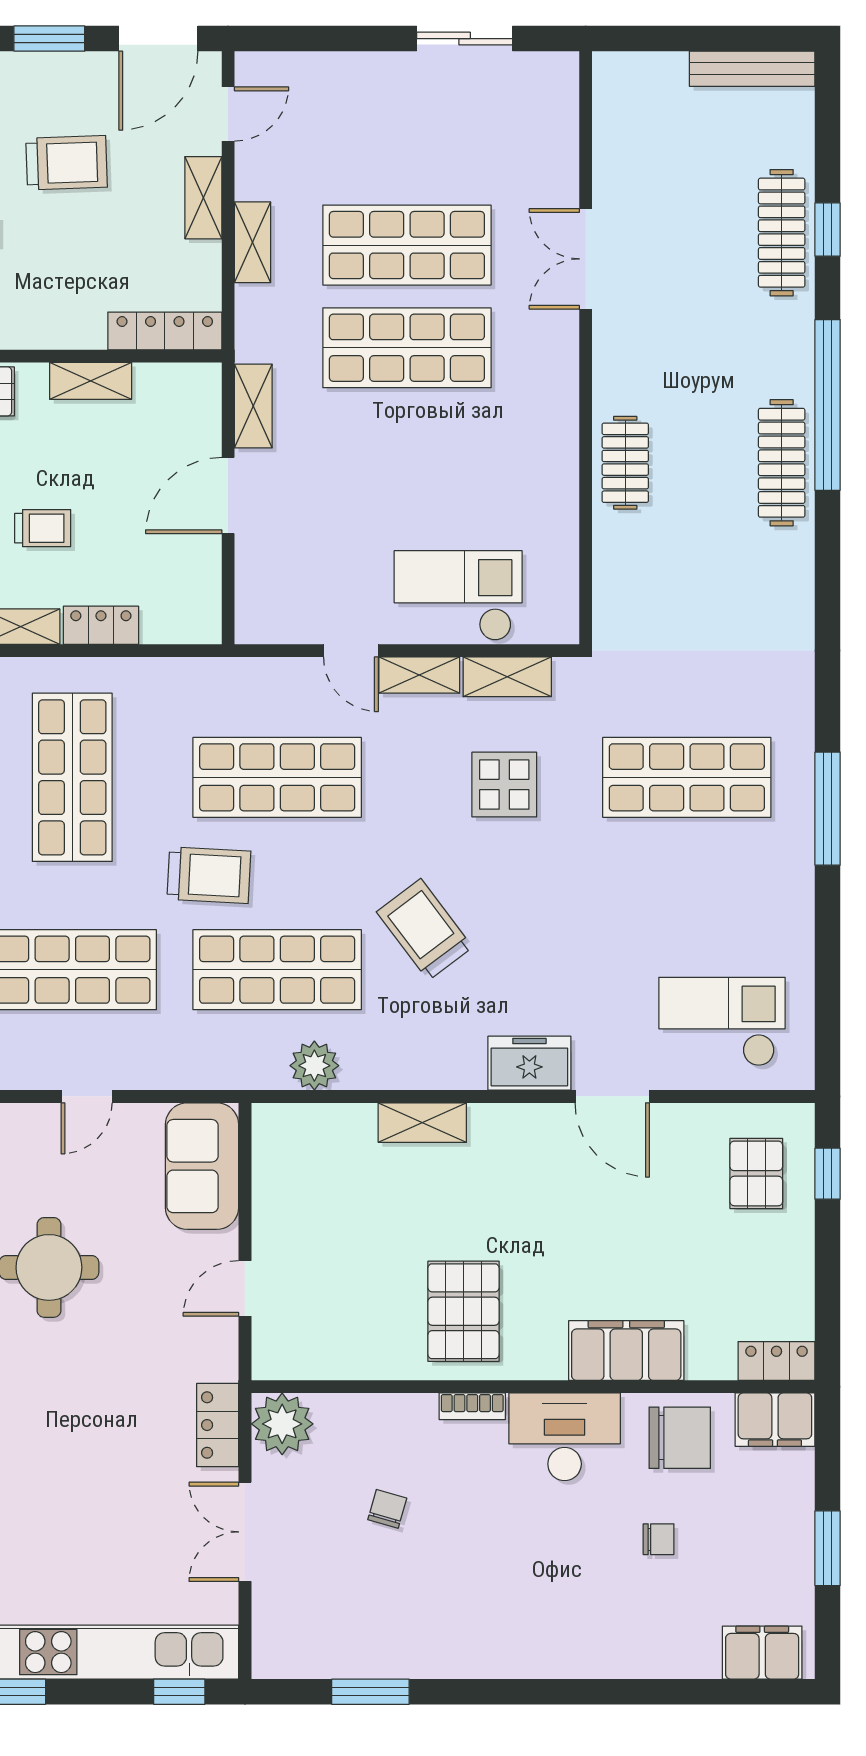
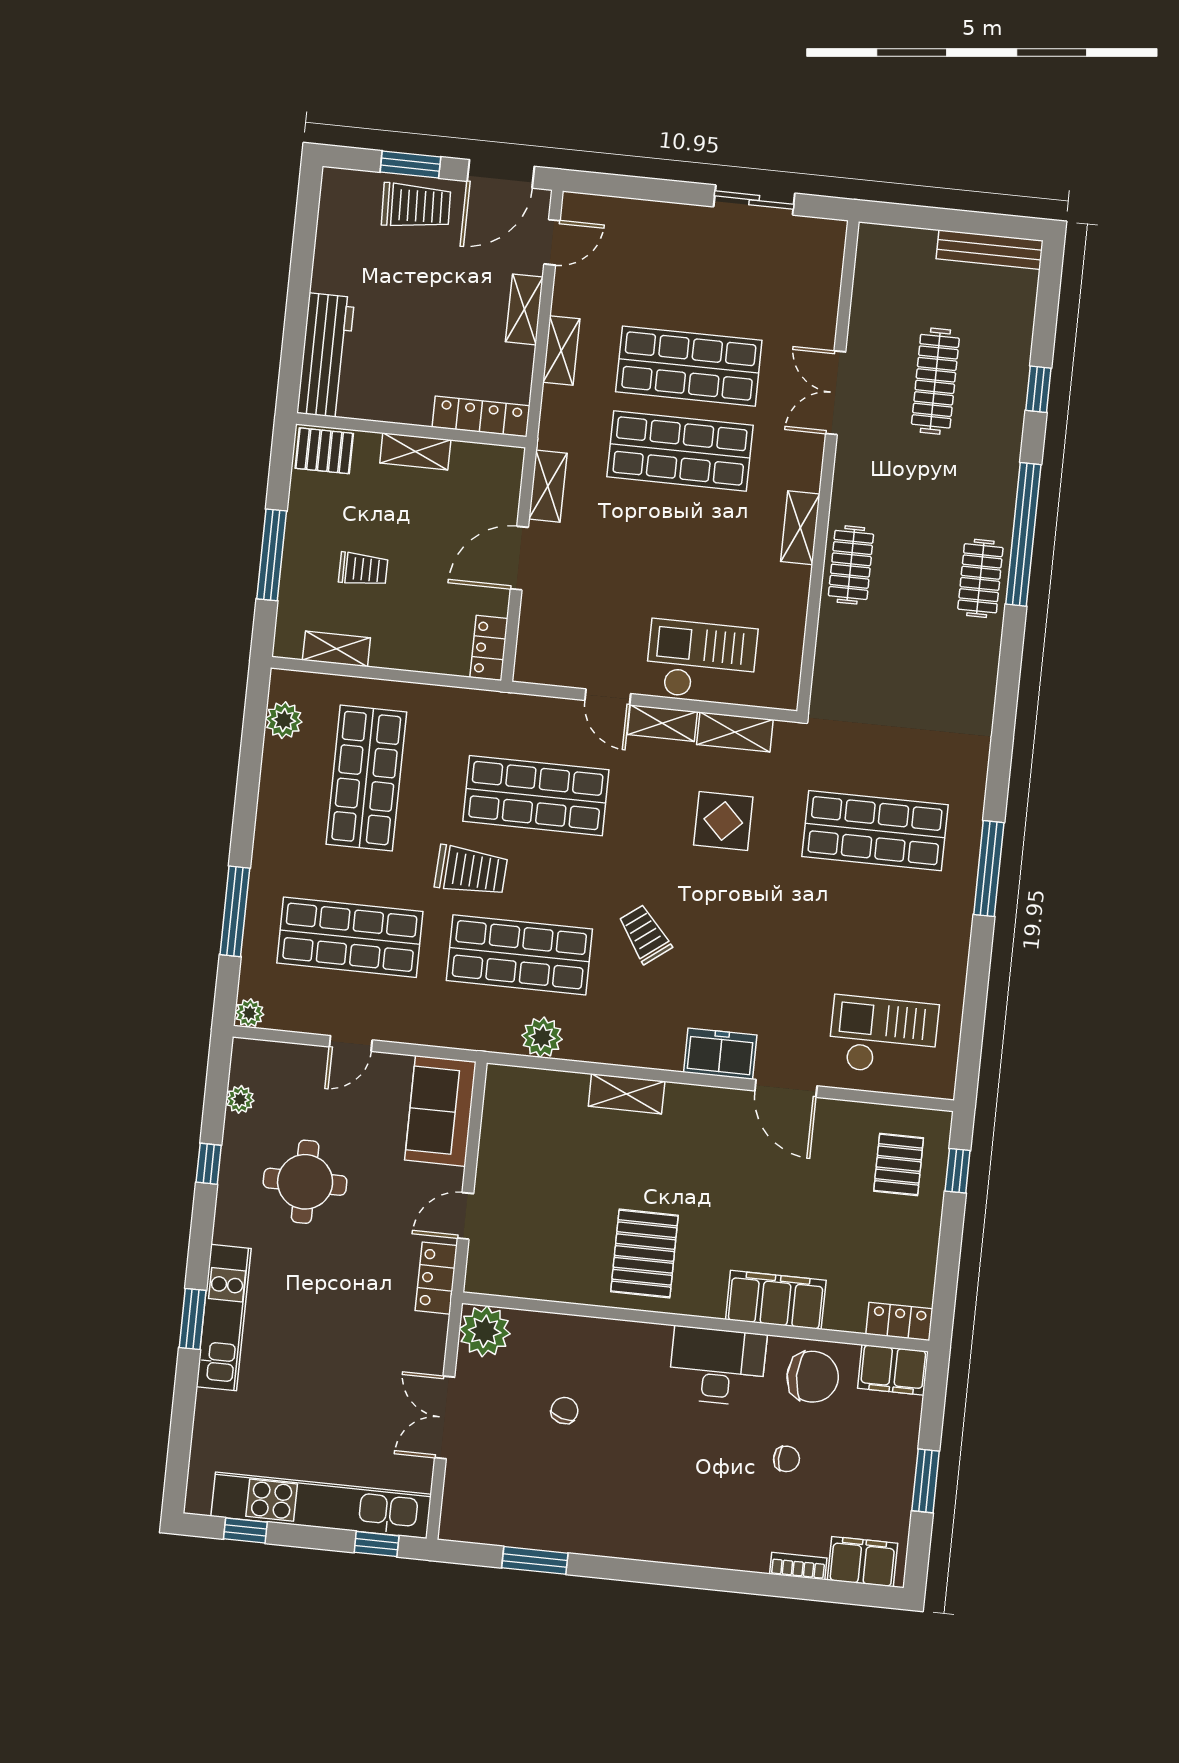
trolley: (67, 163) -> (416, 206), moved
clothes rail: (782, 233) -> (935, 381), moved
shelving: (560, 425) -> (800, 528), added
clothes rail: (782, 463) -> (980, 578), width x0.73
locker: (101, 625) -> (489, 648), moved, turned -90
trolley: (424, 929) -> (645, 934), width x0.73, depth x0.72
bookcase: (472, 1406) -> (798, 1566), moved, turned 180
locker: (218, 1425) -> (436, 1278), moved

